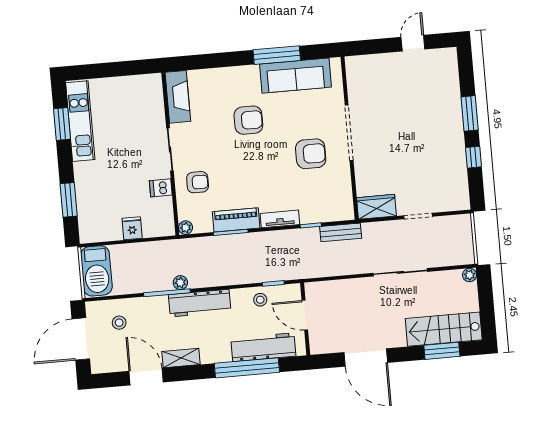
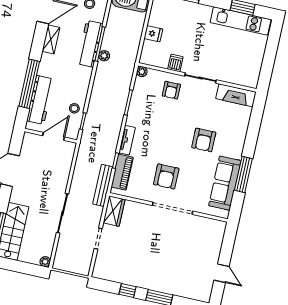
piano: (236, 220) -> (122, 172), moved
bench: (341, 232) -> (103, 185), width x1.36
workbench: (200, 303) -> (90, 44), moved

